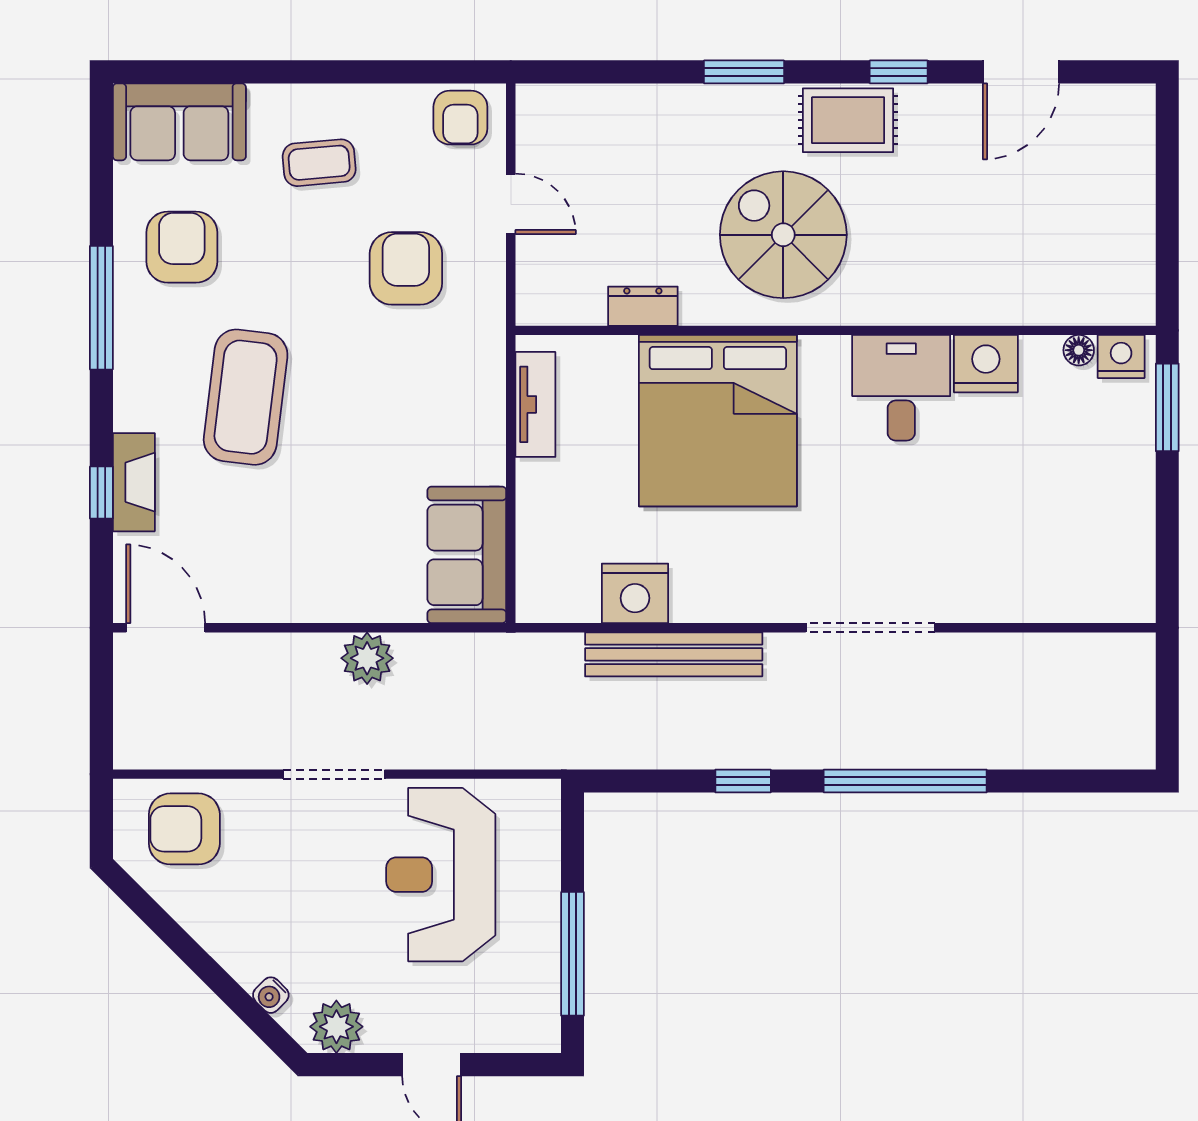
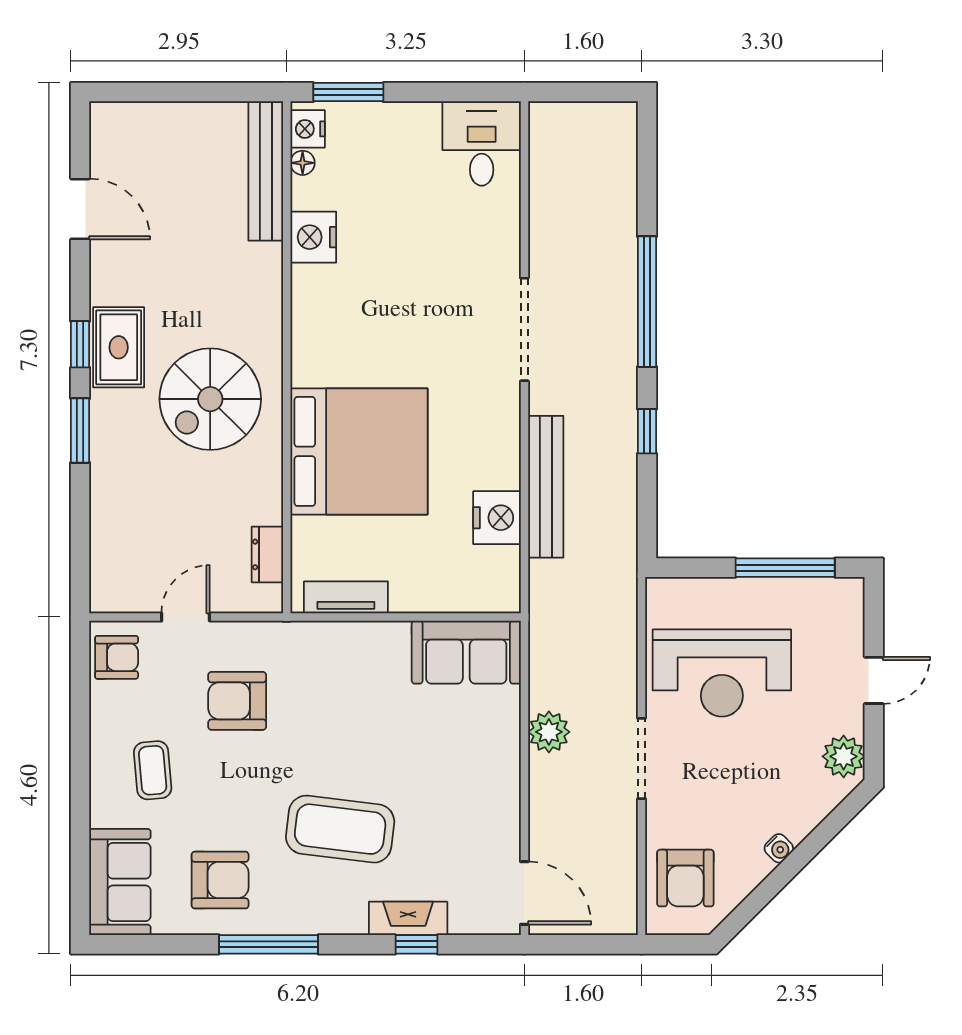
window: (899, 72) -> (80, 344), moved
armchair: (182, 247) -> (220, 880), turned 180
bench: (1069, 304) -> (266, 171), added
dresser: (643, 306) -> (267, 554), moved
desk: (901, 388) -> (482, 143), moved, turned 90
door: (166, 628) -> (524, 893), swing flipped
water cooler: (271, 995) -> (779, 848), moved

